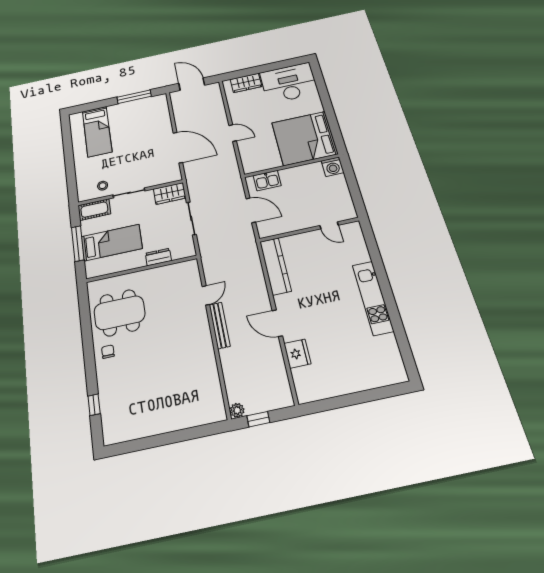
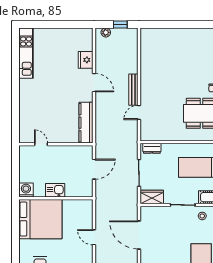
kitchen sink: (267, 181) -> (55, 190), moved
door: (251, 210) -> (94, 169), swing flipped
dresser: (158, 257) -> (152, 148), moved
kitchen unit: (373, 298) -> (26, 53), moved
plant: (237, 410) -> (106, 32), moved

